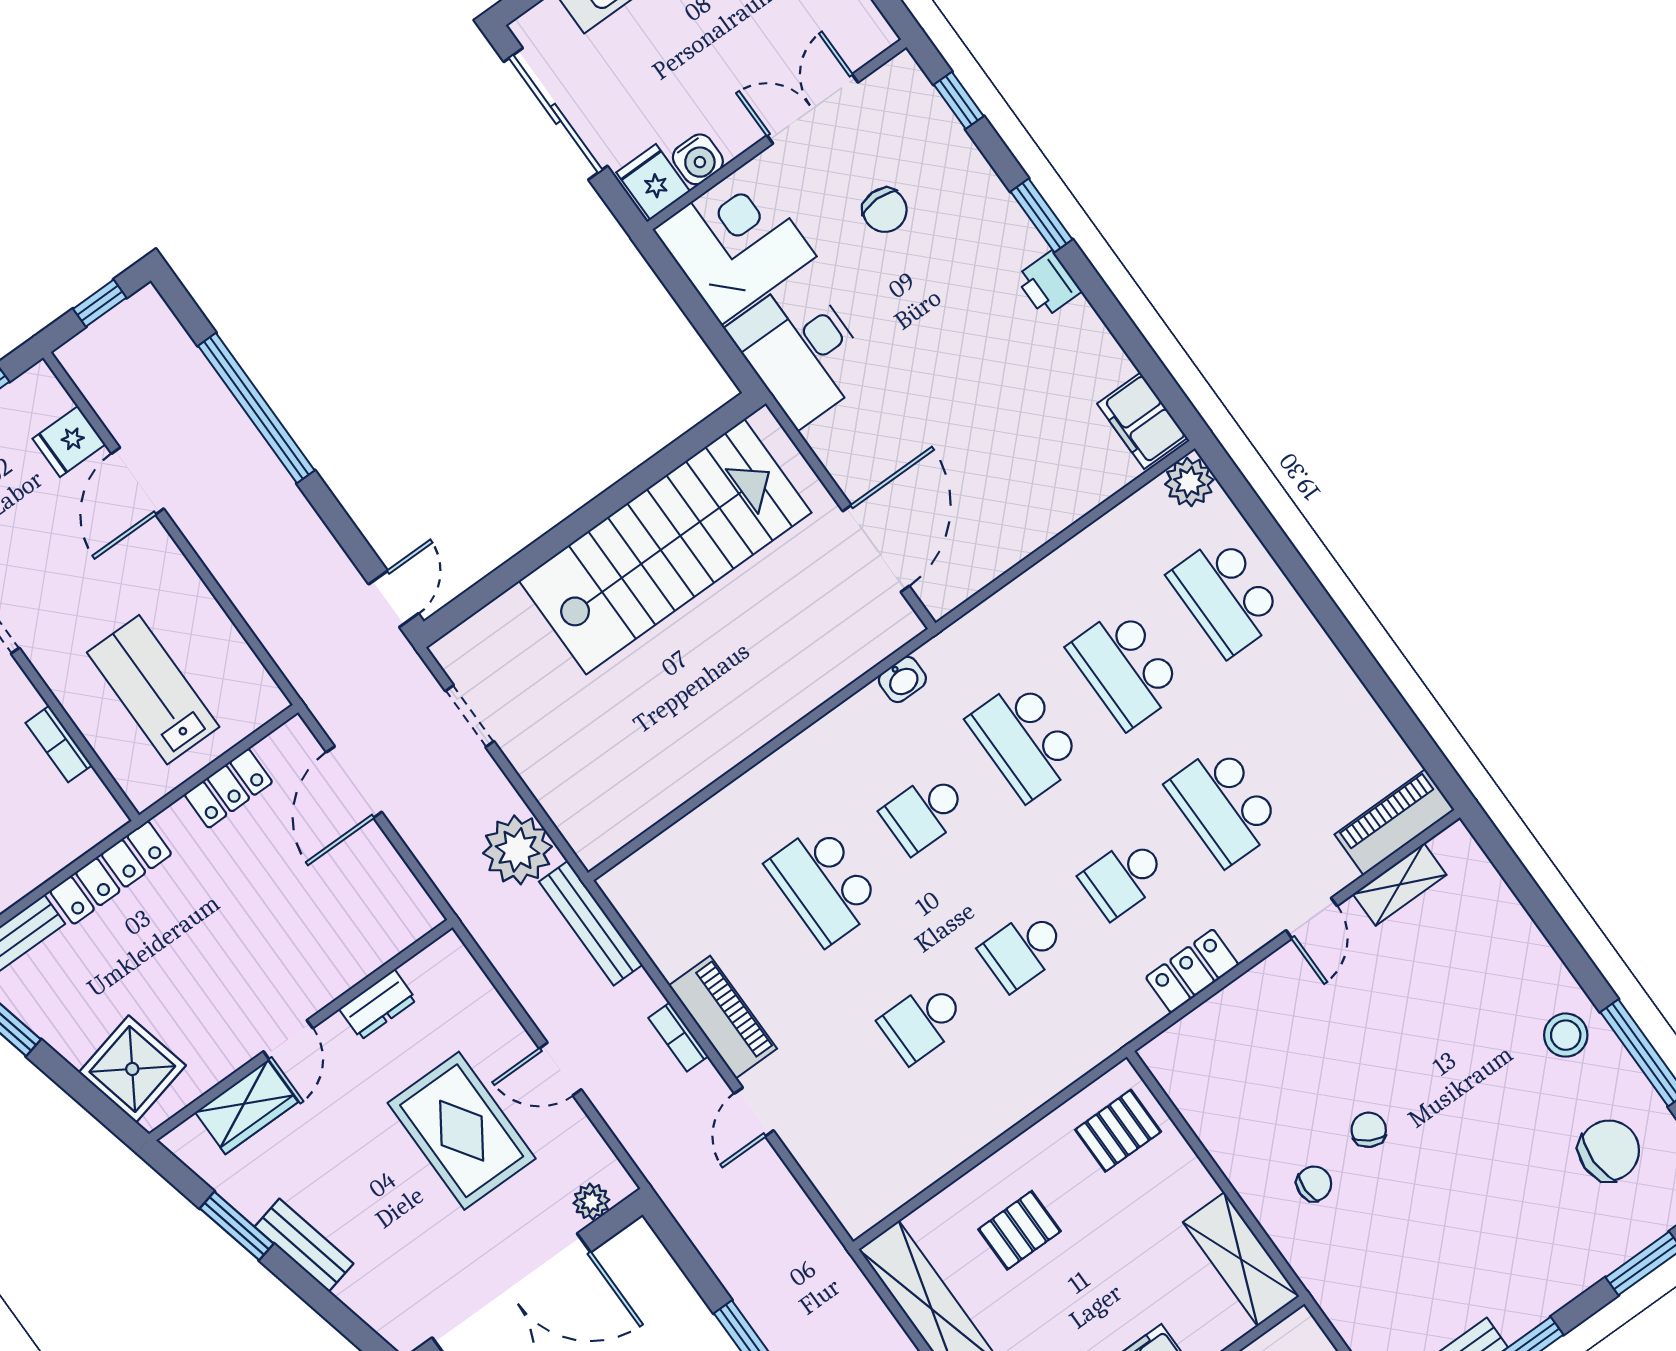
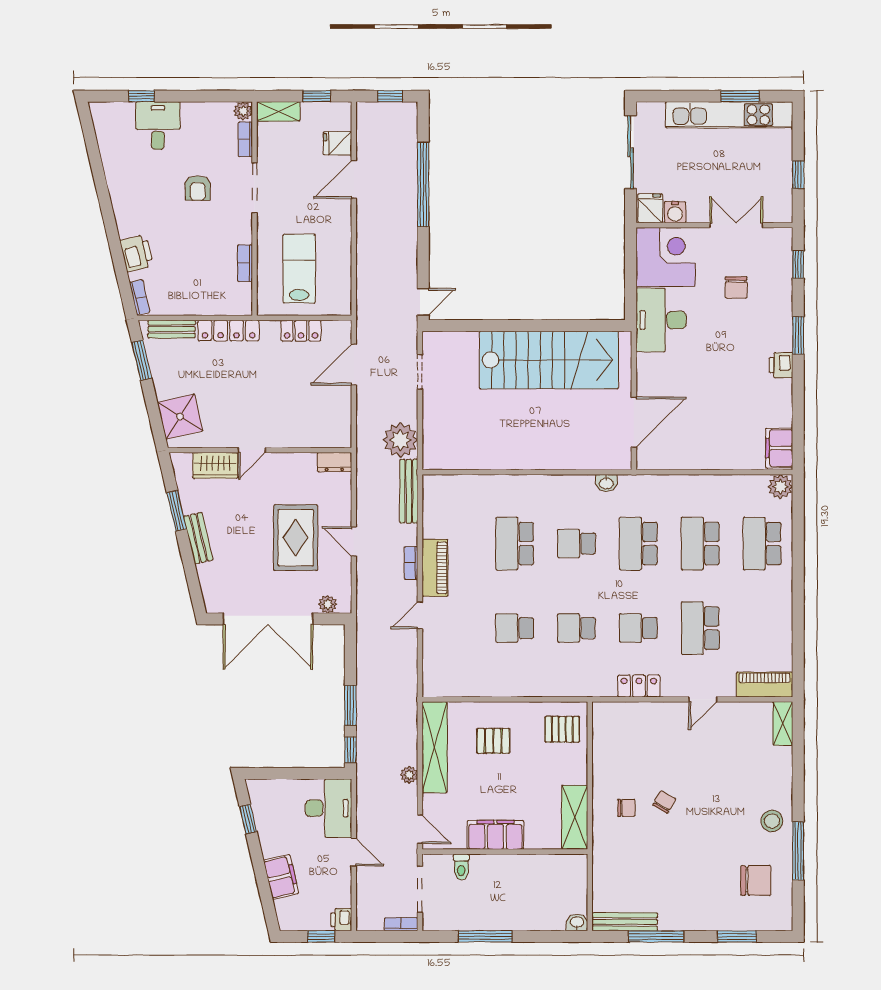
shelving: (1400, 884) -> (783, 723), moved, turned 90
dresser: (378, 1005) -> (334, 462), moved

